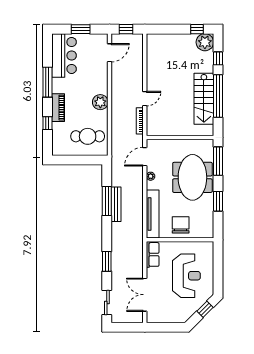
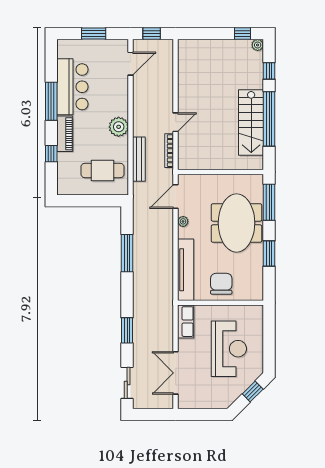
plant: (205, 42) -> (258, 45), width x0.53, depth x0.53
bar counter: (64, 55) -> (72, 87), moved
bench: (116, 204) -> (139, 159), moved

